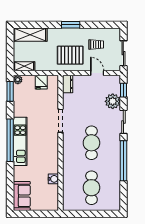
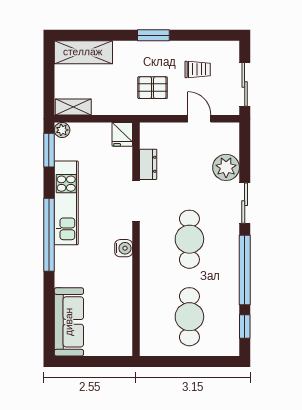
pallet: (70, 55) -> (153, 88), width x0.67, depth x0.71
fridge: (41, 82) -> (122, 134), moved
dresser: (68, 84) -> (148, 164), moved
window: (123, 90) -> (245, 327), moved
kitchen unit: (20, 141) -> (66, 203), moved
water cooler: (53, 179) -> (124, 248), moved
sofa: (22, 196) -> (69, 322), width x1.36

